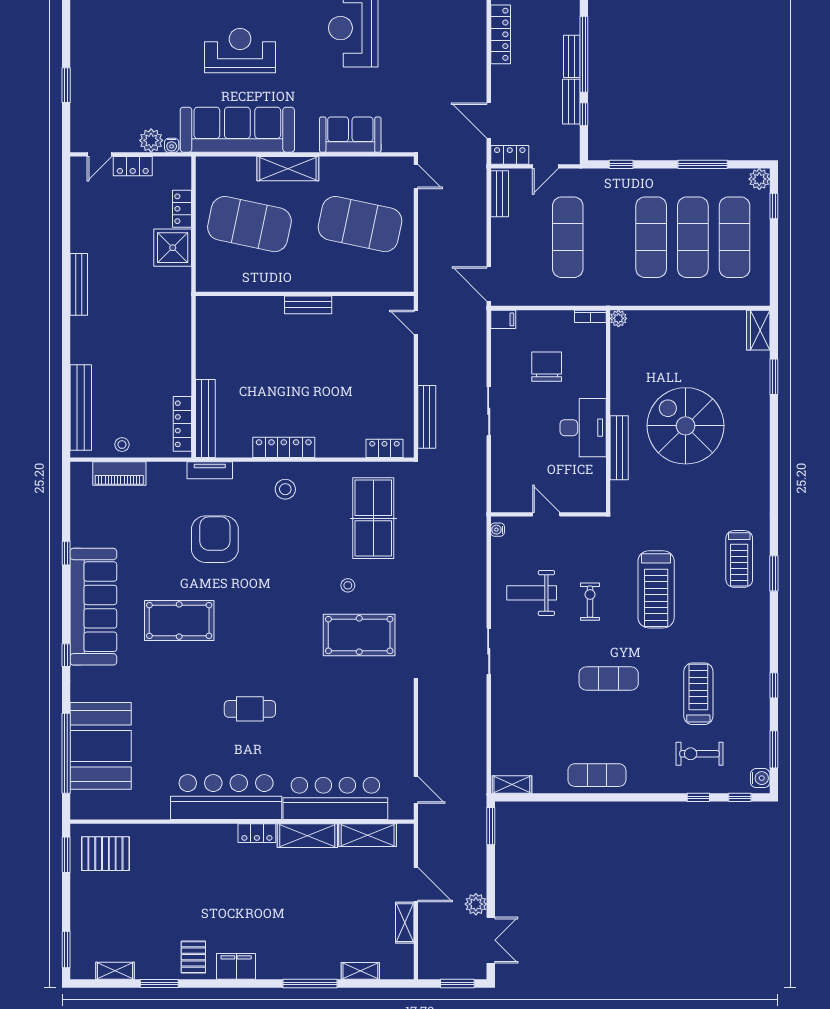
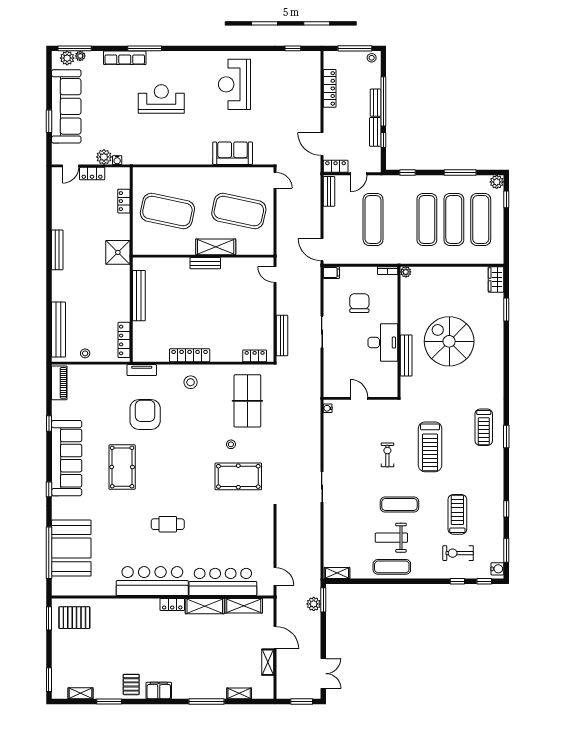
sofa: (237, 130) -> (66, 106), moved, turned 90
shelving: (288, 169) -> (216, 247), moved
shower: (173, 248) -> (118, 252), moved
bench: (205, 418) -> (139, 296), moved
piano: (119, 474) -> (59, 383), moved, turned -90
weight bench: (532, 593) -> (391, 538), moved
pool table: (179, 620) -> (122, 467), turned 90
plant: (476, 904) -> (314, 604), moved

